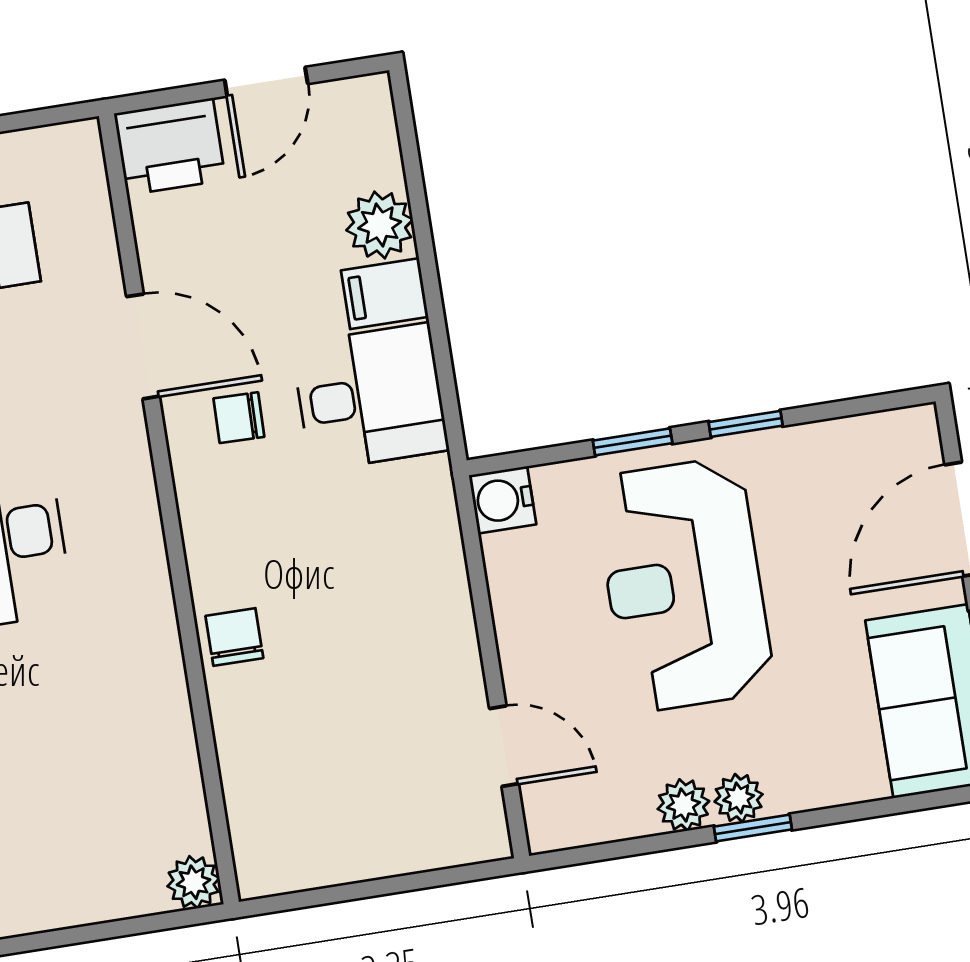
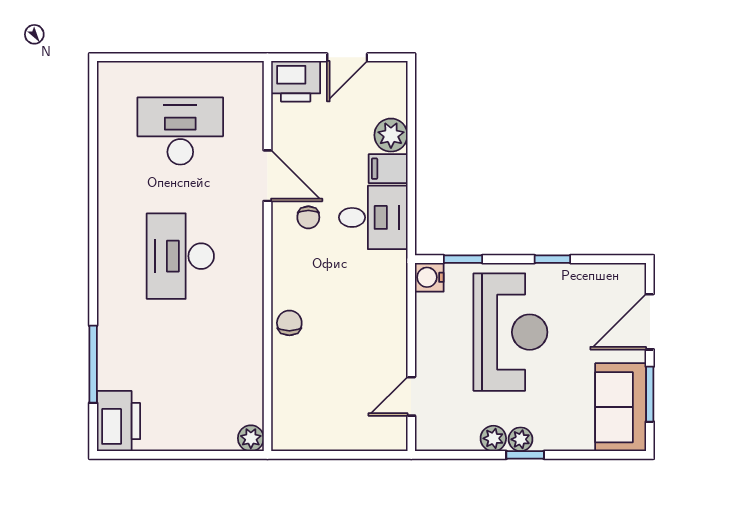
chair: (239, 418) -> (308, 217), turned -91
window: (633, 442) -> (463, 259), moved
reception desk: (684, 585) -> (510, 332), turned 180
door: (504, 746) -> (411, 396), swing flipped

